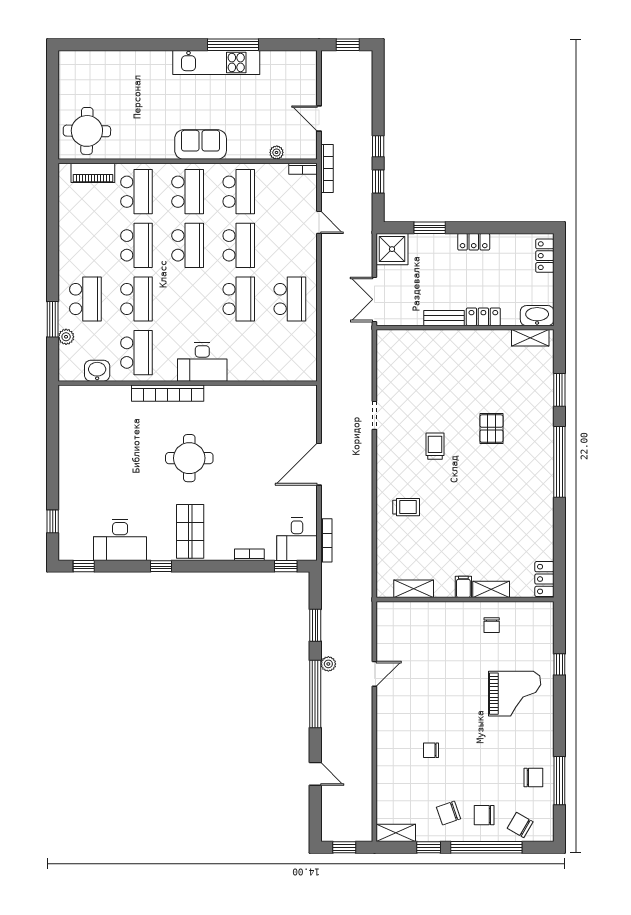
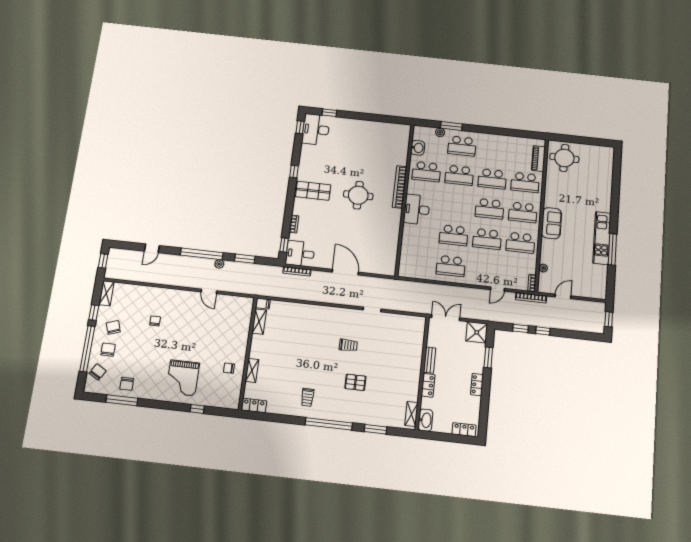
trolley: (406, 507) -> (307, 397), moved
desk: (120, 540) -> (316, 129), moved
filing cabinet: (463, 587) -> (263, 304), moved

